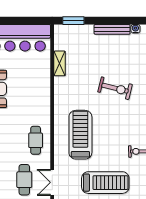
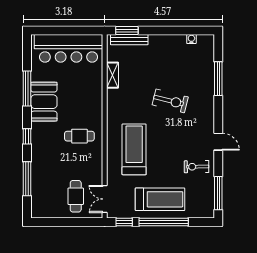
bench: (112, 29) -> (129, 40), moved
cafe table: (36, 140) -> (79, 136), moved, turned 90

